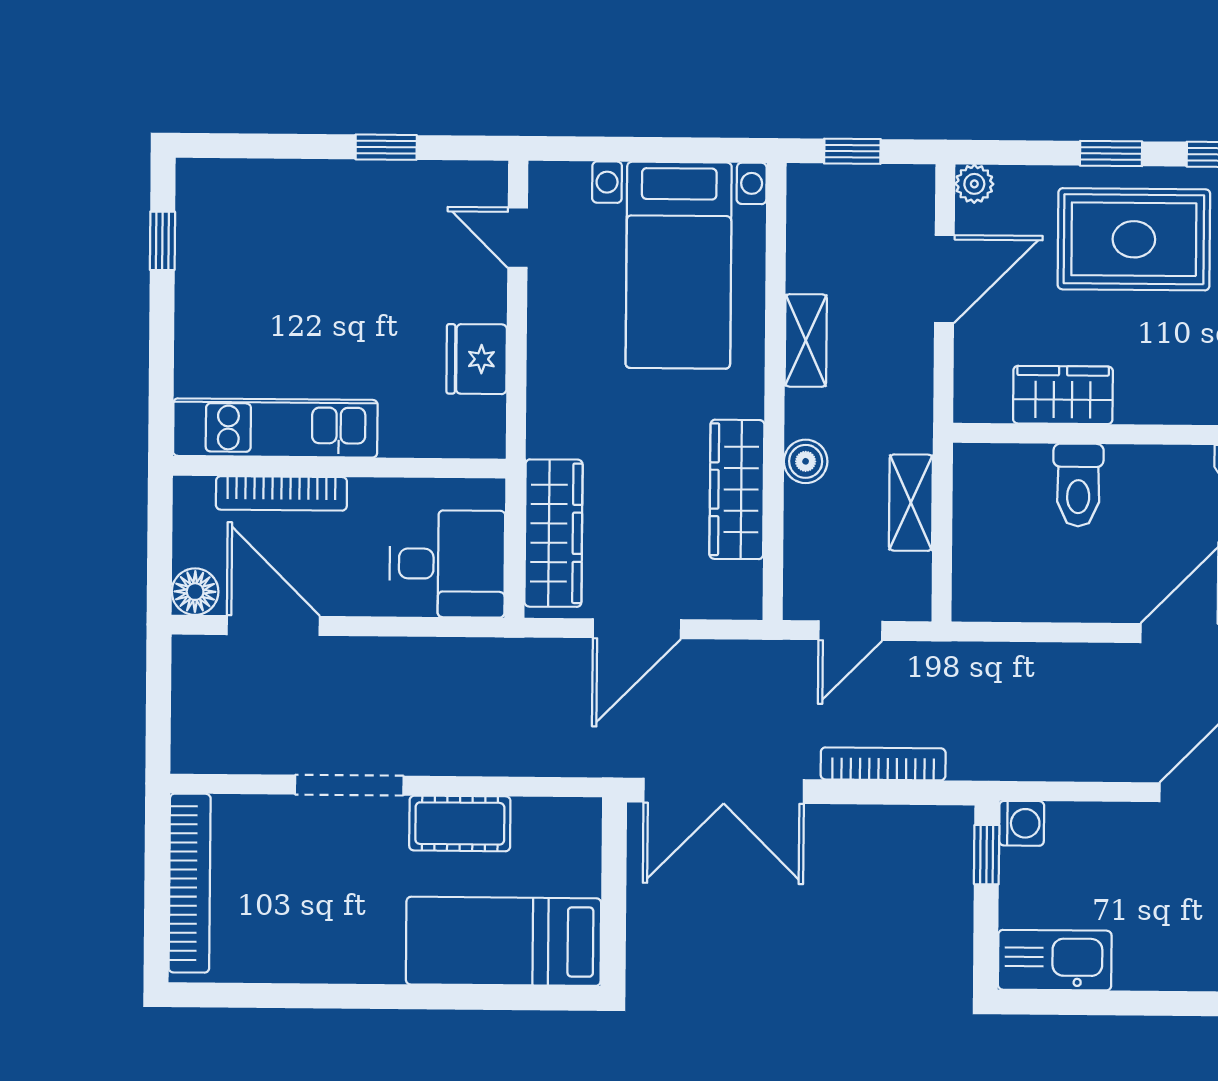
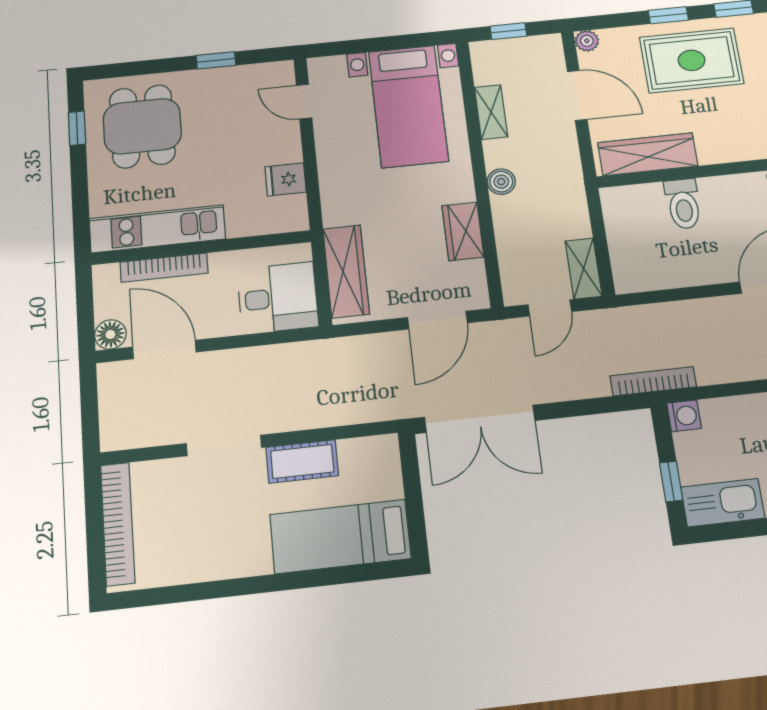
dining table: (263, 250) -> (142, 126), added
door: (944, 279) -> (577, 95), hinge flipped
shelving: (806, 340) -> (491, 112), moved
fridge: (477, 359) -> (286, 179), width x0.72
wardrobe: (1063, 395) -> (648, 154), width x1.50
boiler: (806, 461) -> (501, 182), moved
wardrobe: (737, 489) -> (463, 231), width x0.67
shelving: (911, 503) -> (584, 269), moved
door: (637, 629) -> (437, 320), moved
bookcase: (883, 764) -> (653, 381), moved
window: (987, 855) -> (671, 482), moved

